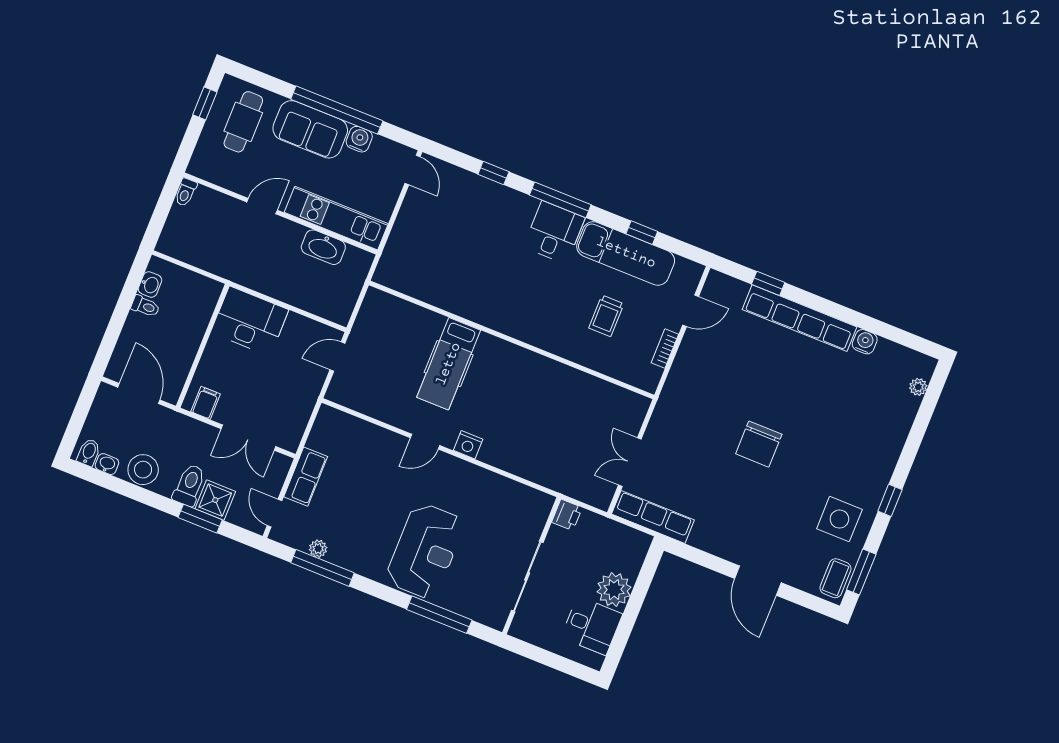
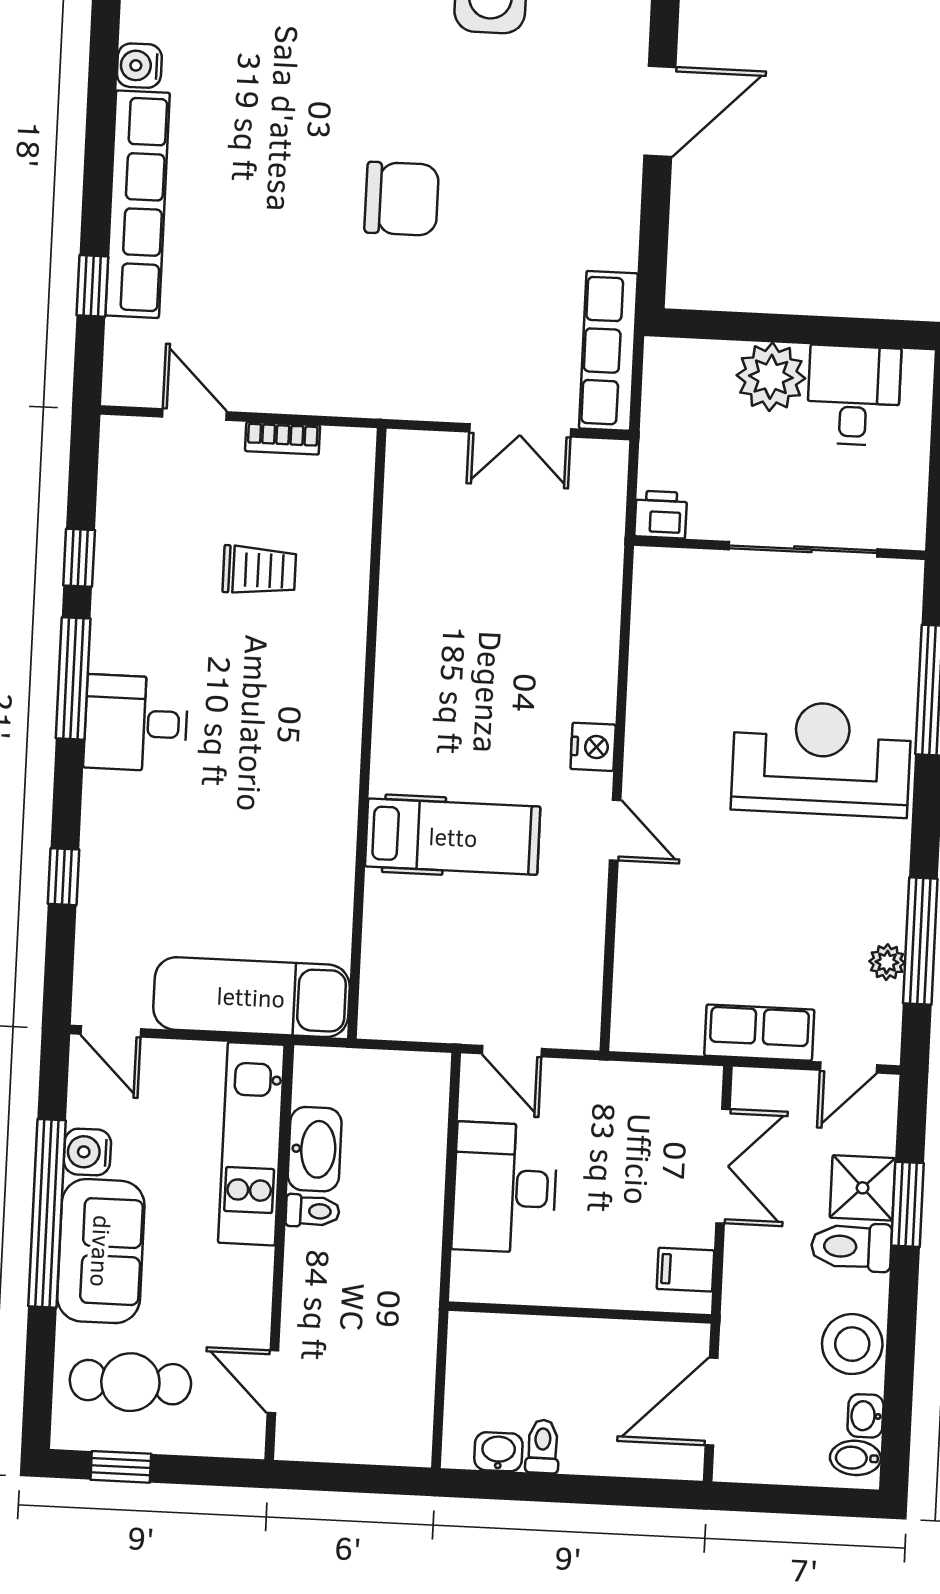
door: (412, 170) -> (111, 1031), swing flipped
toilet: (186, 192) -> (312, 1211), moved
window: (560, 200) -> (73, 678), moved
door: (262, 206) -> (273, 1382), moved
exam couch: (626, 253) -> (251, 997), moved, turned -90
desk: (250, 321) -> (505, 1188), moved

